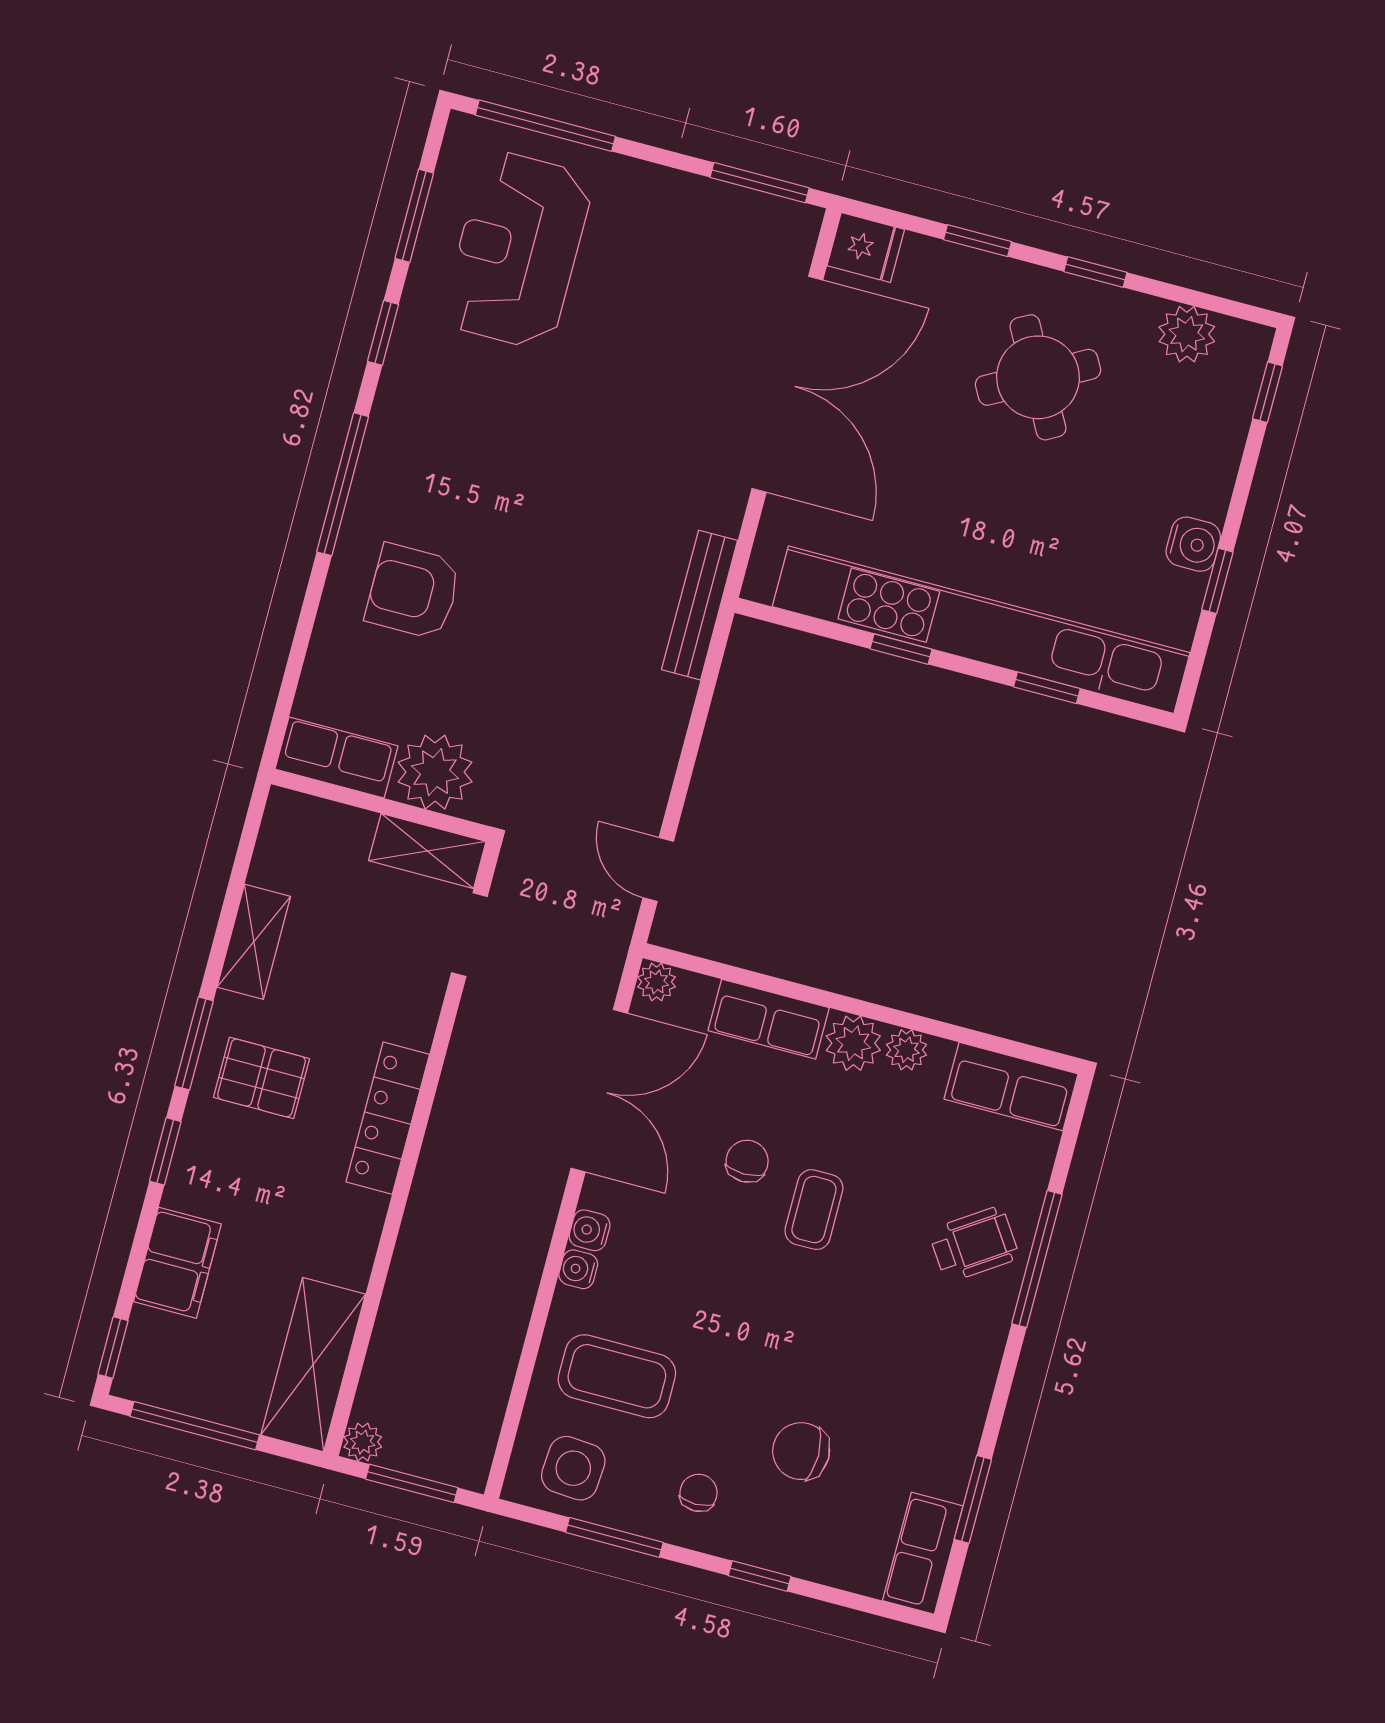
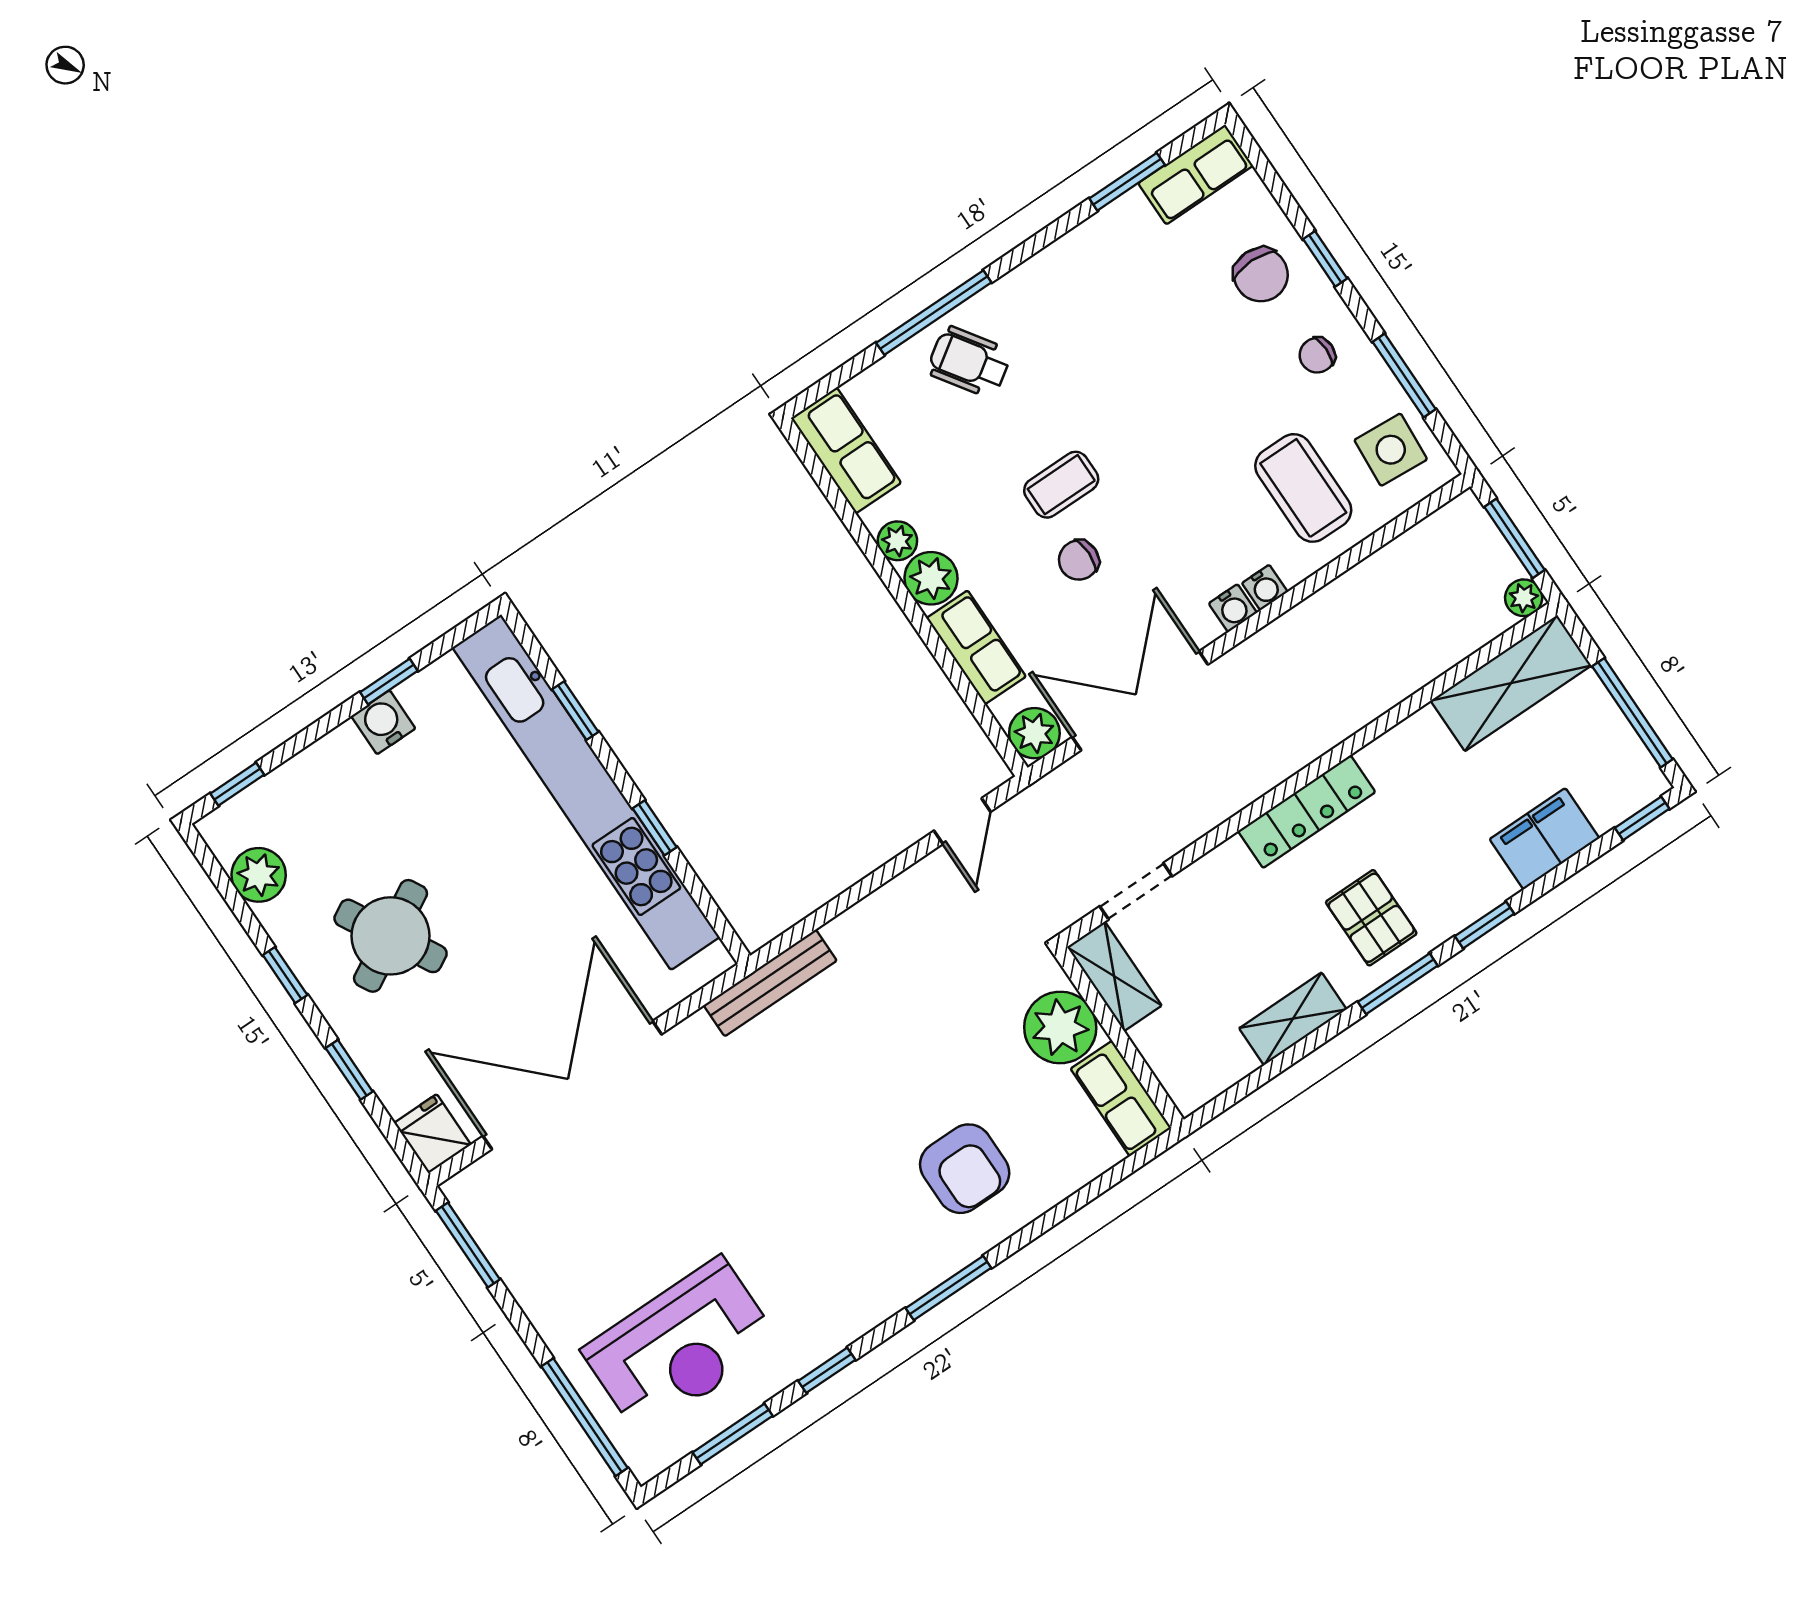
window: (343, 484) -> (948, 1288), width x0.69
plant: (657, 982) -> (1034, 733), width x1.38, depth x1.38
chair: (801, 1451) -> (1261, 275), moved

